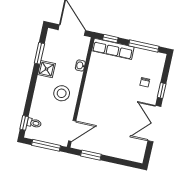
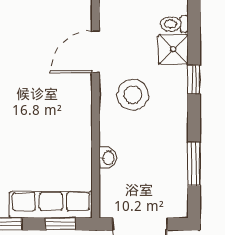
shower: (47, 69) -> (173, 49), moved
window: (24, 123) -> (194, 79), moved
door: (72, 131) -> (96, 52), moved

